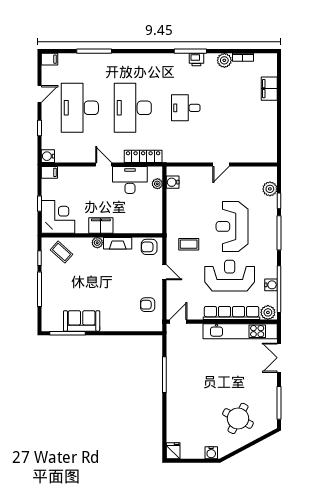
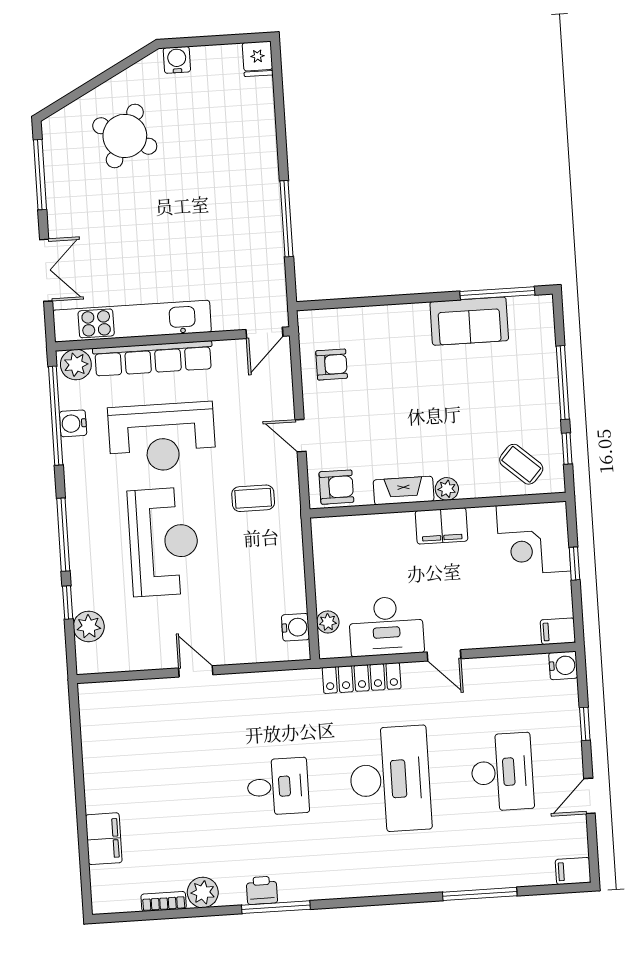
desk: (80, 108) -> (502, 772), width x0.73, depth x0.77
door: (221, 164) -> (196, 671), hinge flipped

